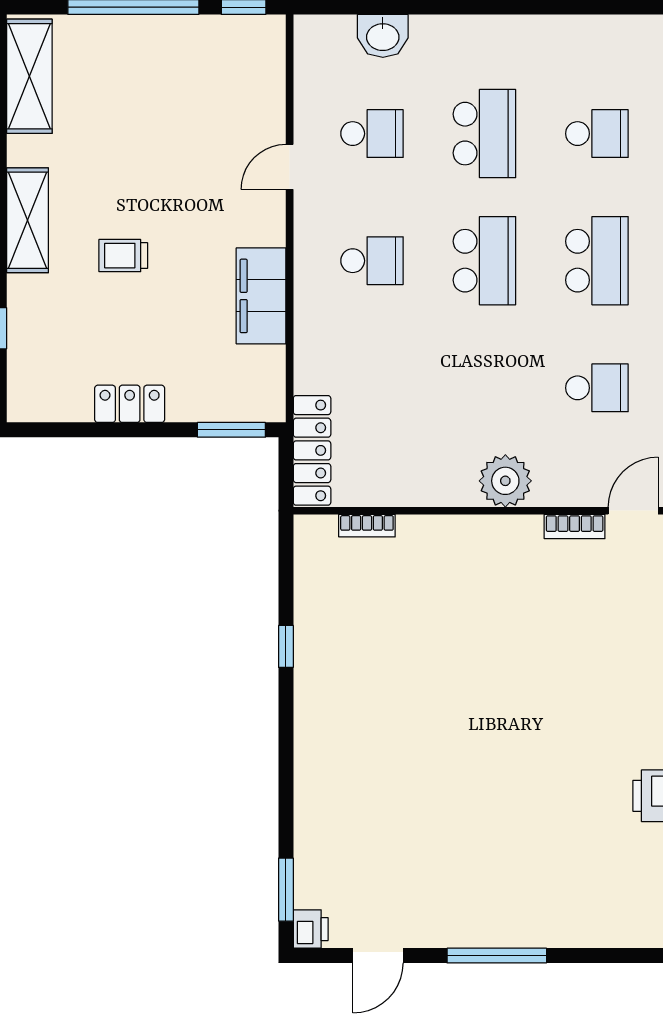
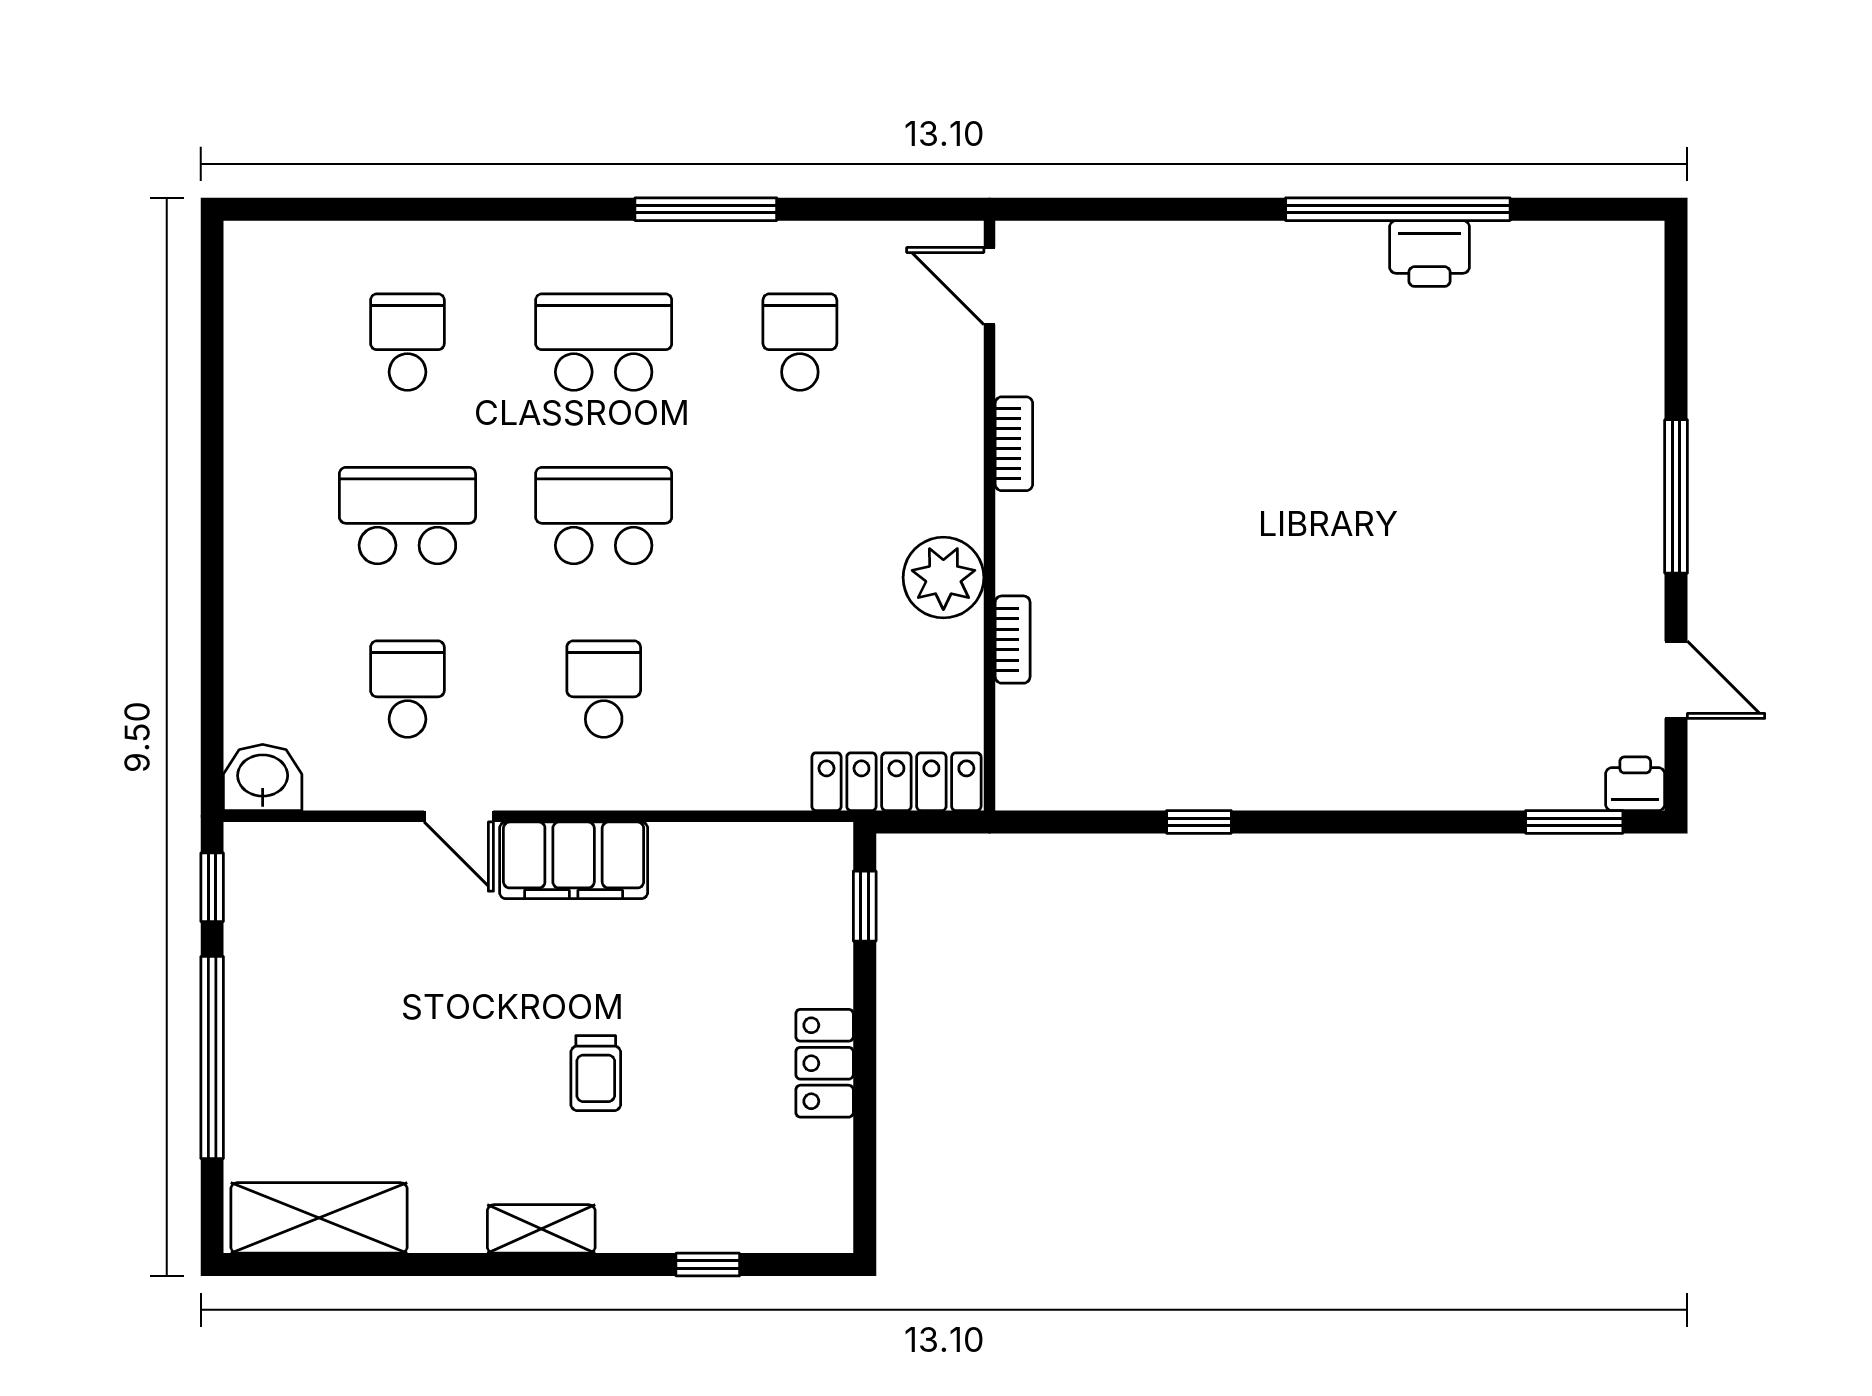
washbasin: (383, 36) -> (263, 777), moved, turned -90
shelving: (27, 220) -> (541, 1229), width x0.67, depth x0.75
filing cabinet: (261, 296) -> (574, 860), moved
window: (231, 430) -> (865, 906), width x0.67
plant: (505, 481) -> (943, 578), moved
bookcase: (367, 526) -> (1013, 640), moved
bookcase: (575, 527) -> (1014, 444), moved

